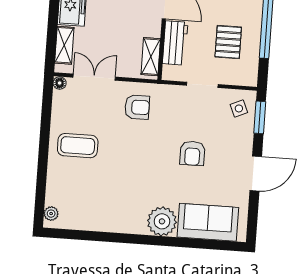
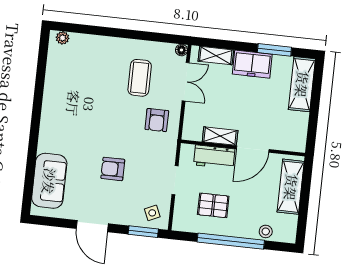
shelving: (151, 57) -> (220, 136), moved
coffee table: (78, 146) -> (140, 78), moved
plant: (162, 221) -> (52, 139), removed

